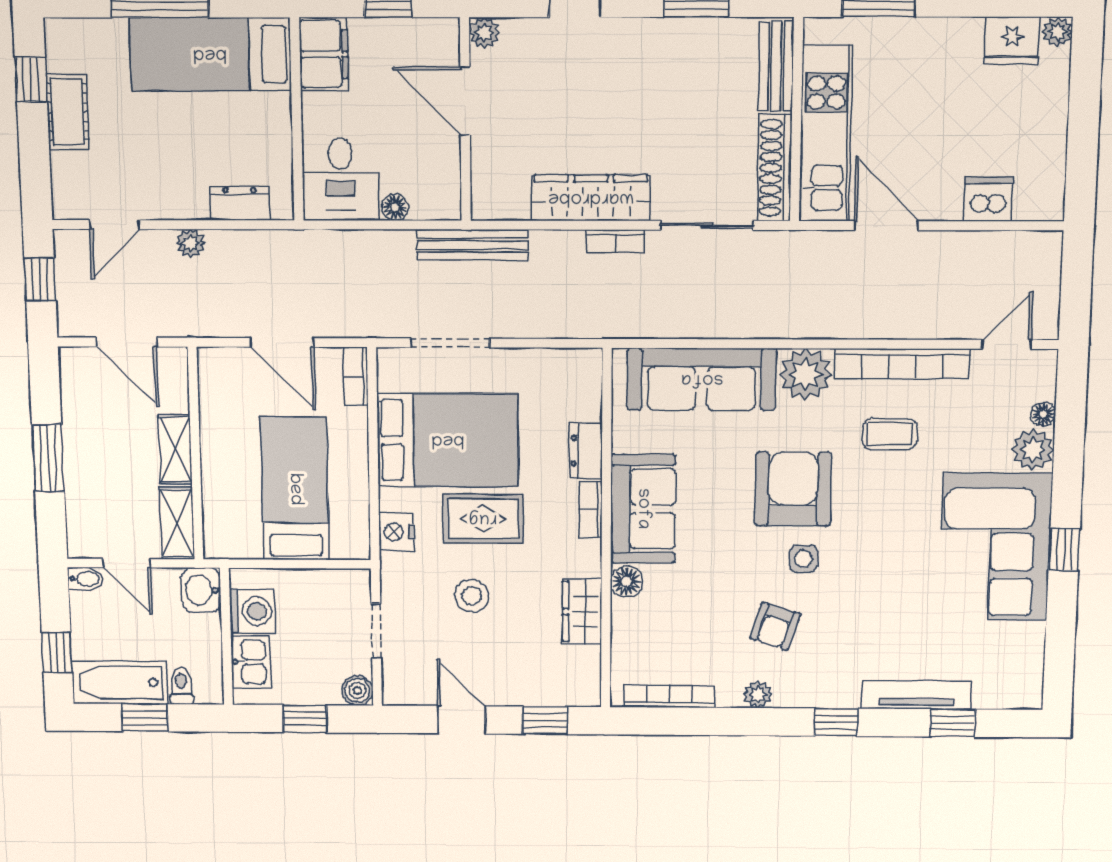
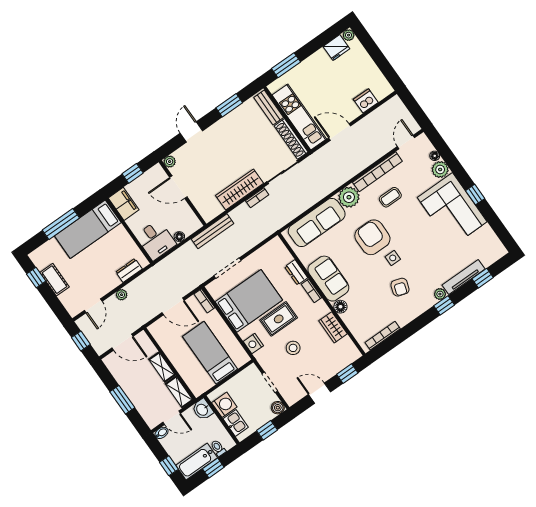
plant: (758, 694) -> (440, 294), moved

